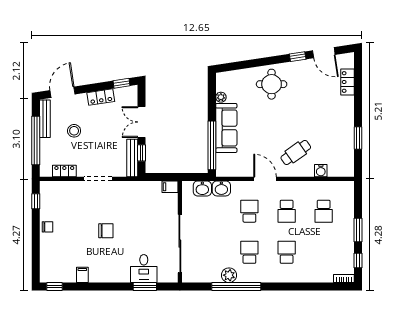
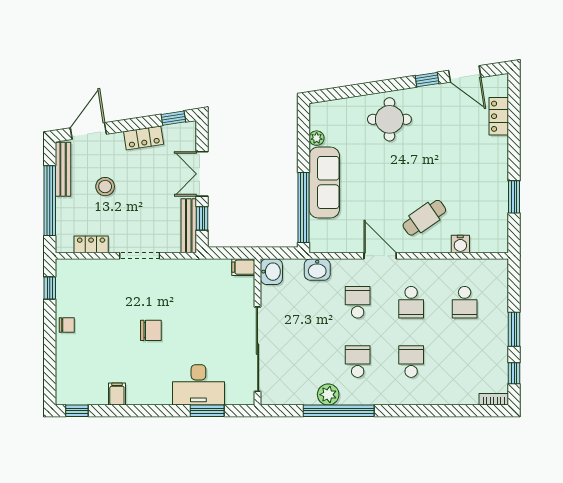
washbasin: (202, 188) -> (271, 272), moved, turned -90
desk: (144, 269) -> (198, 385), width x1.37

